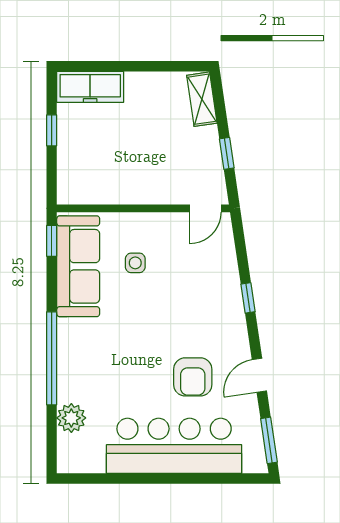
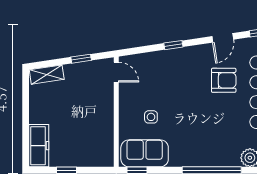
sofa: (78, 266) -> (145, 153), width x0.73
door: (259, 375) -> (223, 38), hinge flipped

